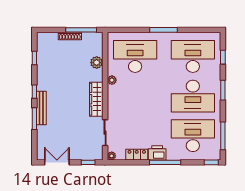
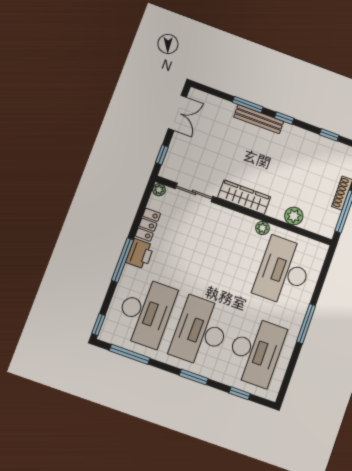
desk: (135, 56) -> (283, 271), turned 180

